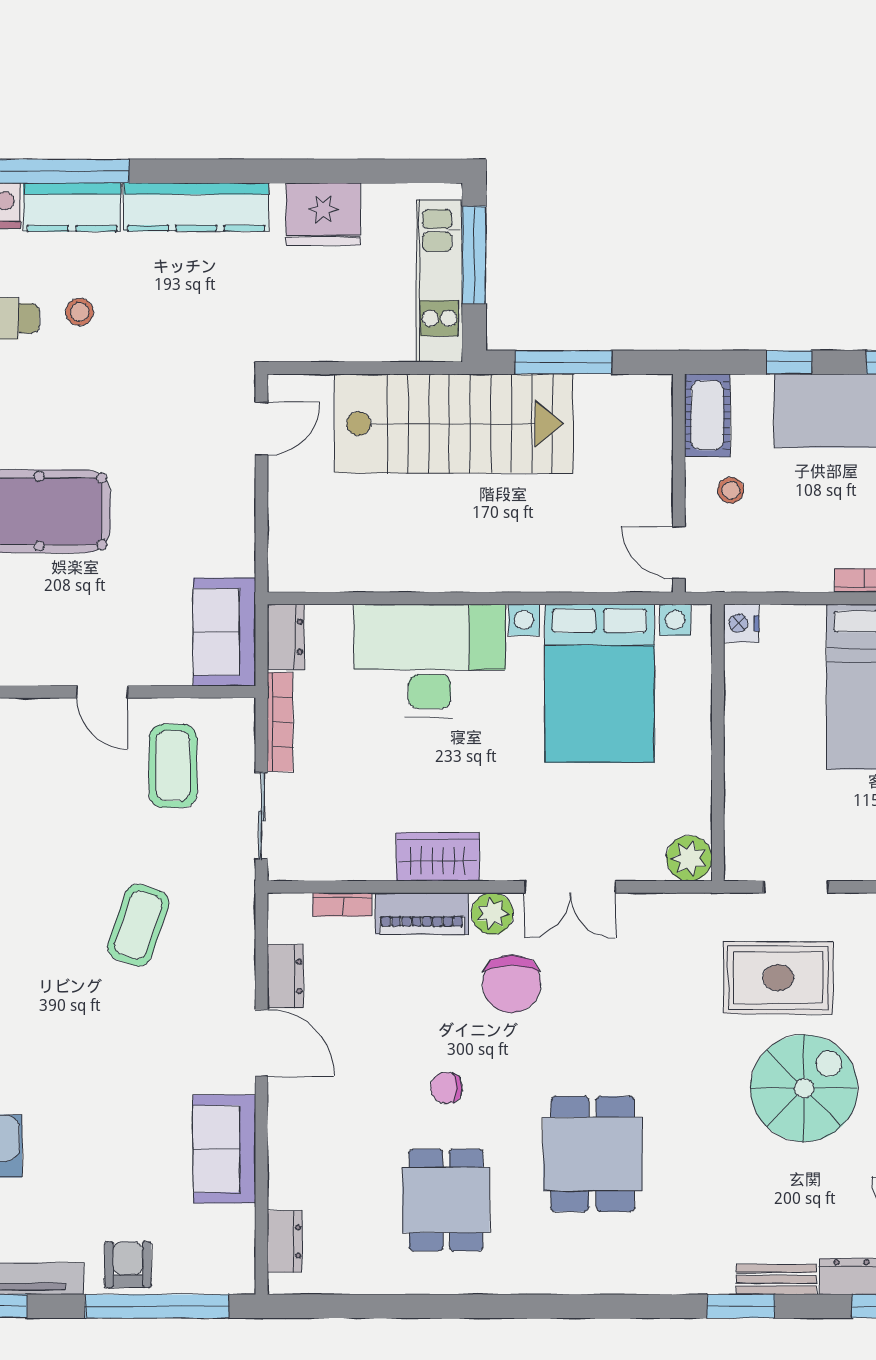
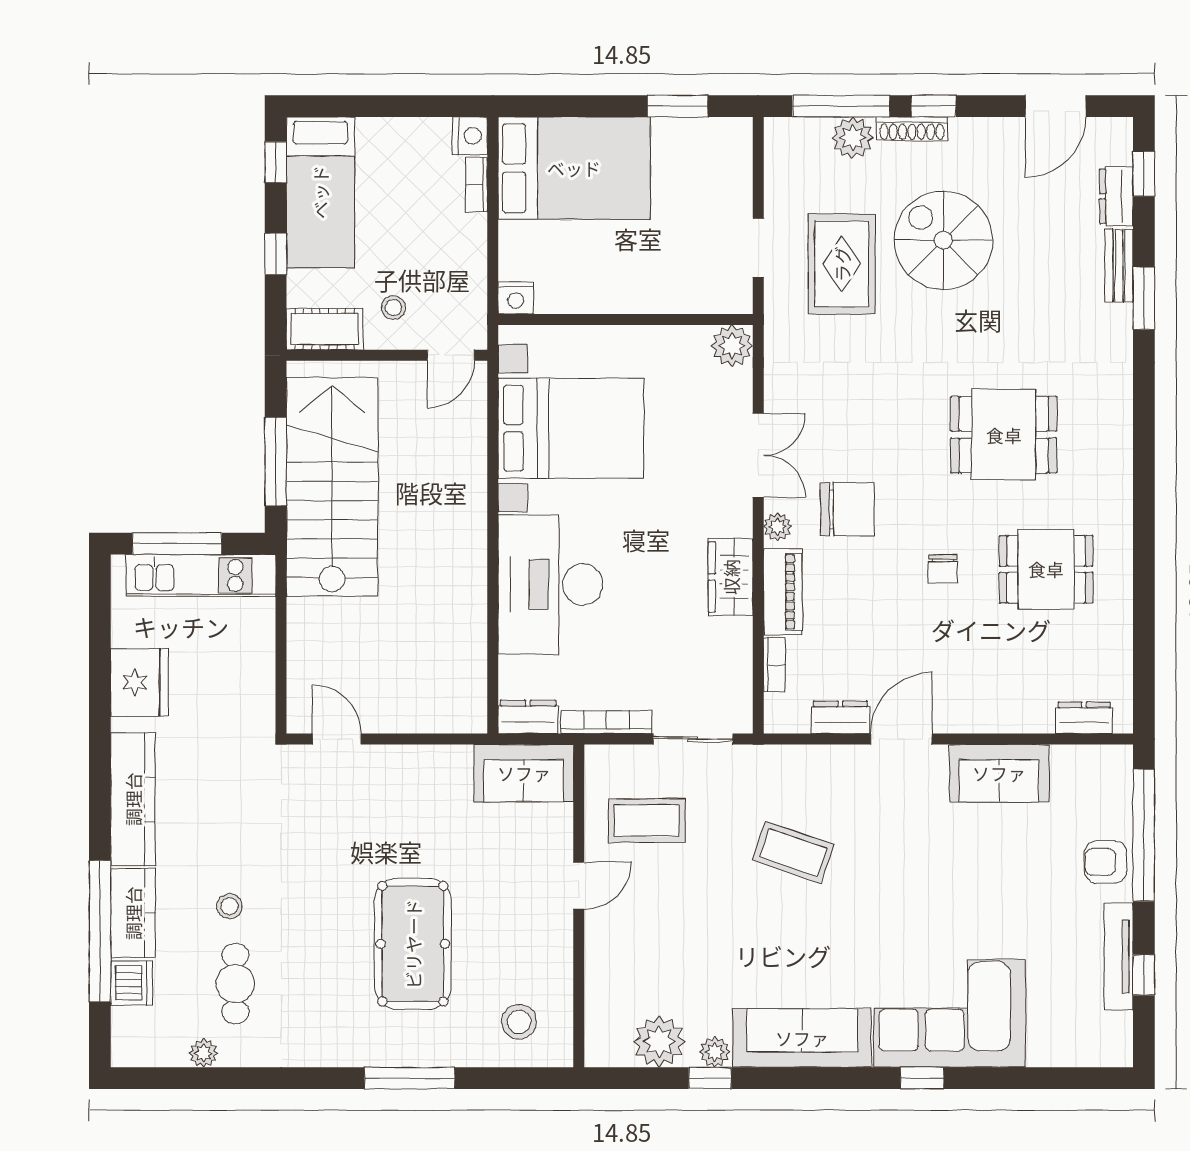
stairs: (454, 424) -> (332, 487), moved
plant: (492, 914) -> (777, 527), width x0.73, depth x0.73

